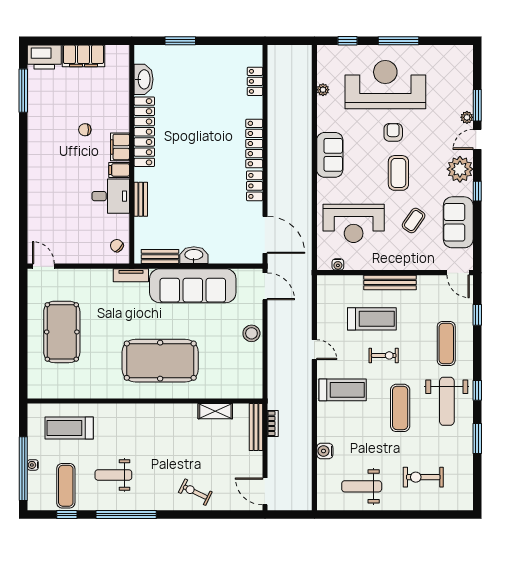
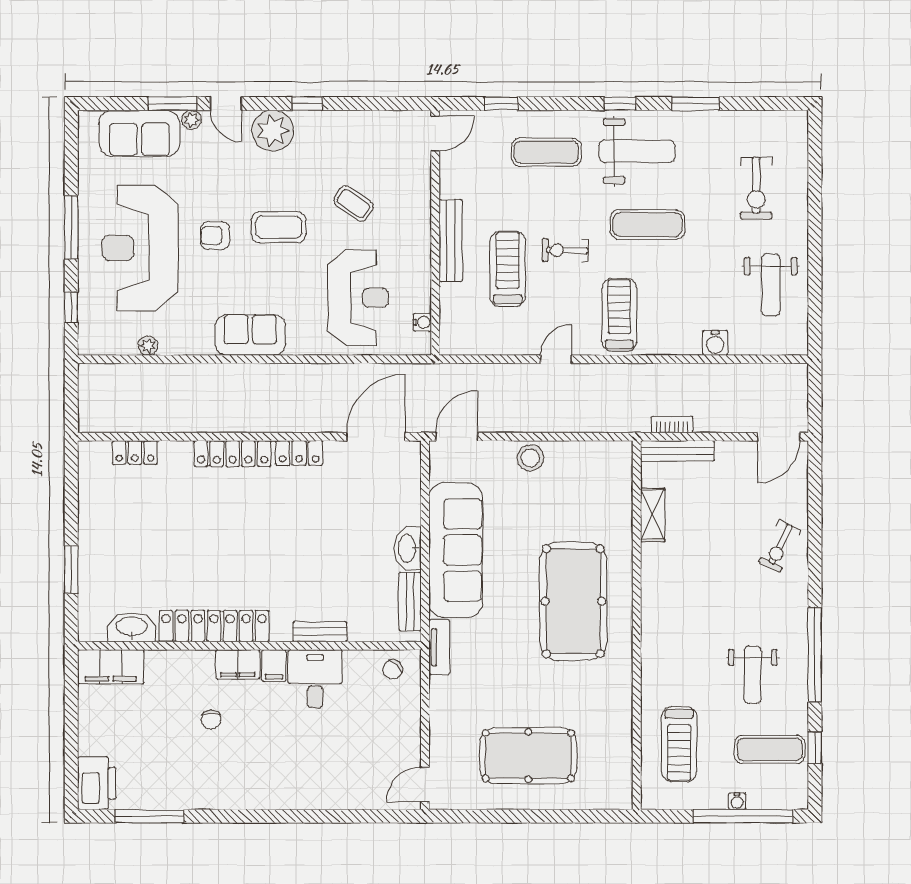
filing cabinet: (83, 56) -> (111, 667), moved, turned 90
sofa: (458, 222) -> (139, 133), moved
exercise bike: (384, 355) -> (565, 250), turned -89

